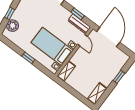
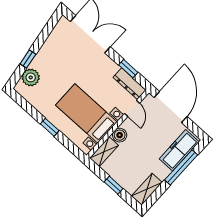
boiler: (76, 59) -> (120, 135), added
freezer: (117, 66) -> (179, 150), added
window: (119, 77) -> (181, 167), width x2.17
window: (75, 93) -> (114, 185), added

